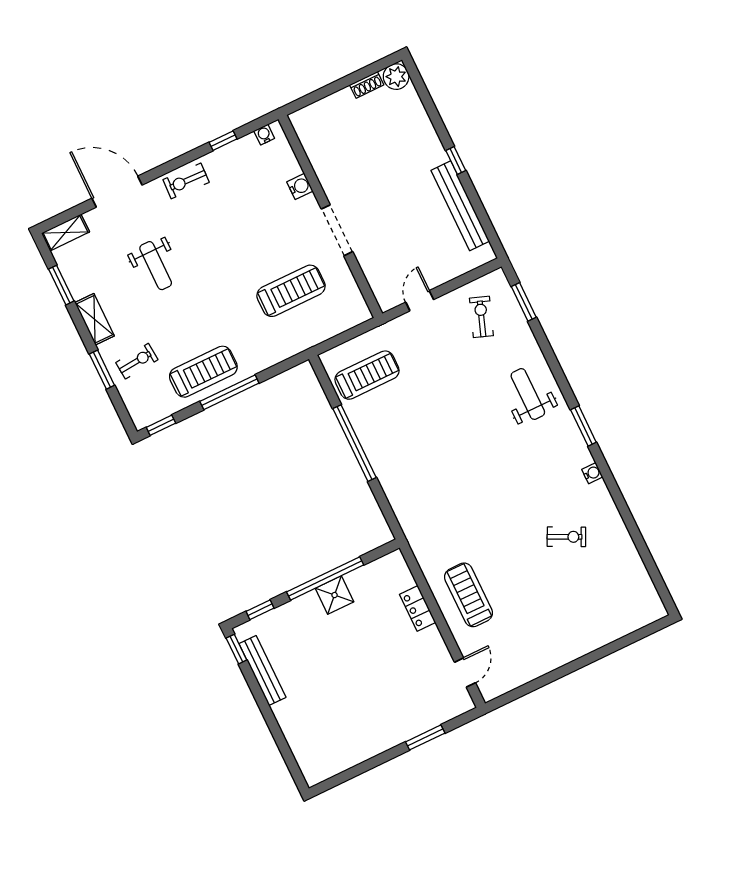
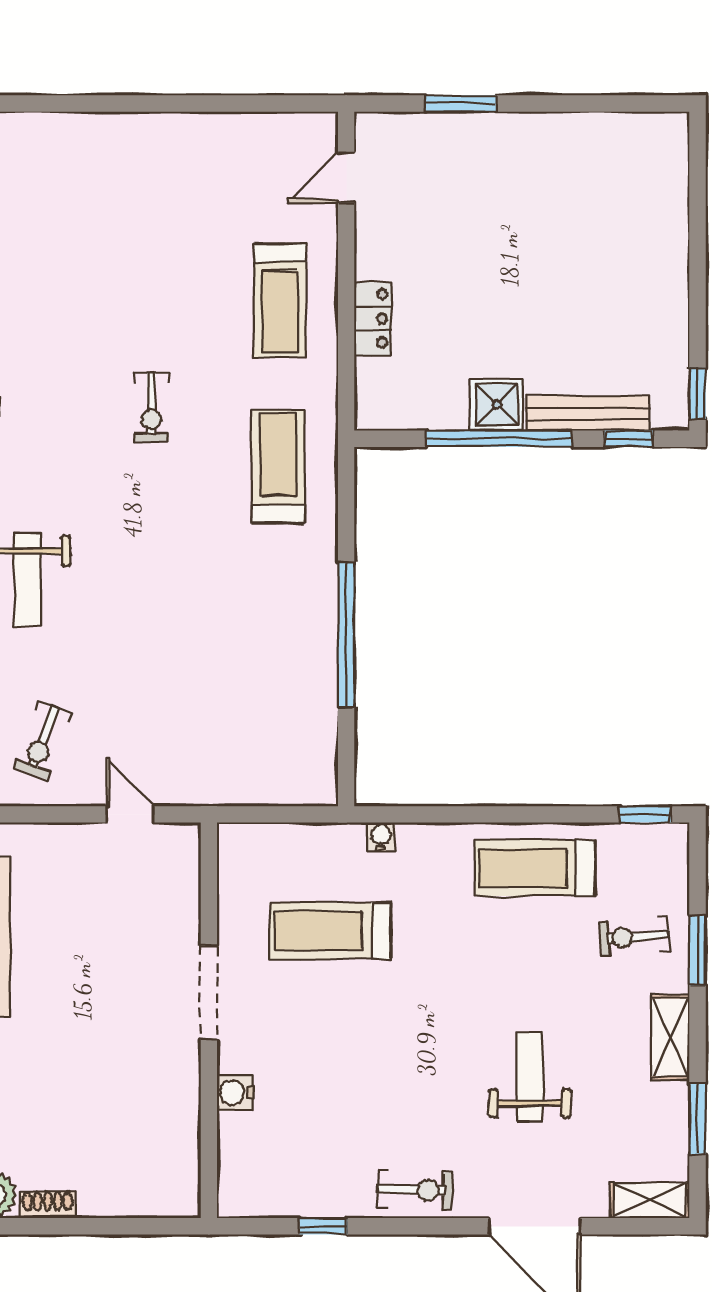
water cooler: (264, 135) -> (381, 837), moved, turned 180
door: (420, 301) -> (130, 814), swing flipped
treadmill: (367, 375) -> (278, 466), moved, turned 90
window: (229, 392) -> (509, 814), removed
exercise bike: (566, 537) -> (151, 407), moved, turned -116
bench: (262, 671) -> (588, 413), moved, turned 90

